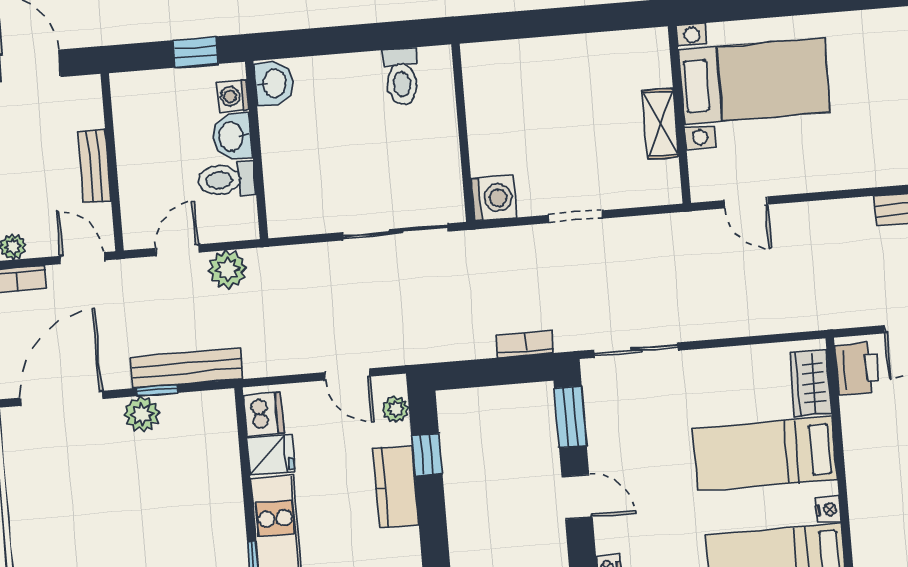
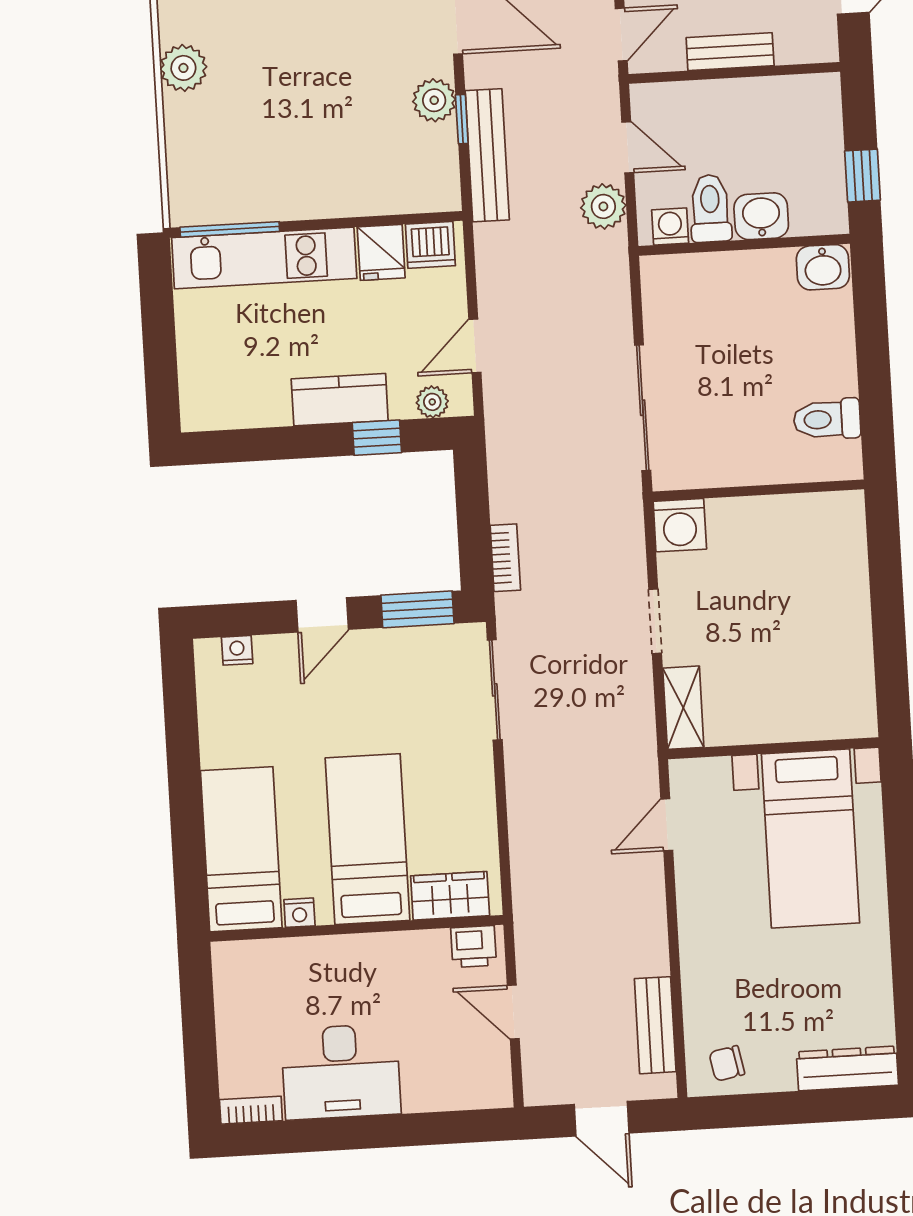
washing machine: (233, 96) -> (670, 227), moved
shelving: (661, 124) -> (683, 708), moved, turned 90
printer: (857, 369) -> (474, 946), width x0.73, depth x0.81

